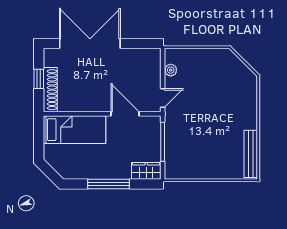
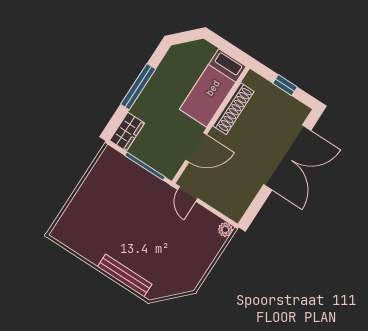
plant: (171, 70) -> (225, 230), moved
shoe rack: (50, 90) -> (233, 109), moved, turned -90
bench: (251, 154) -> (125, 275), moved

